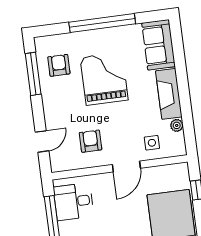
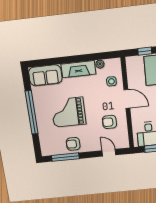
armchair: (59, 65) -> (73, 144), moved

